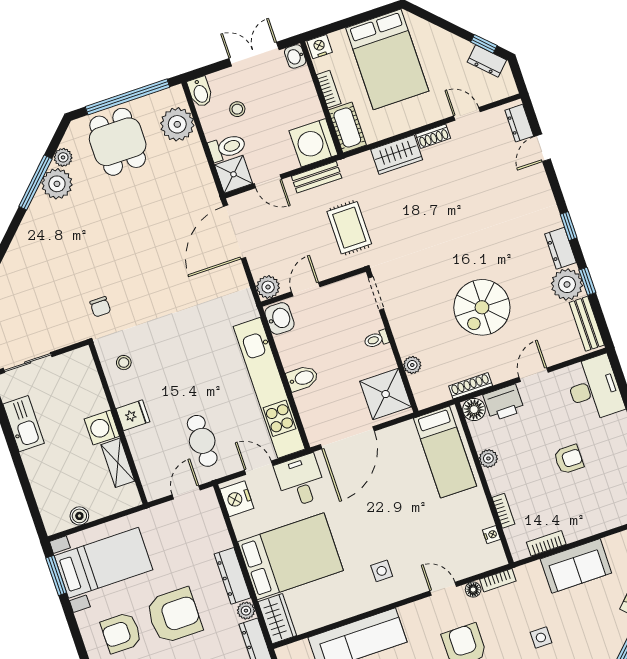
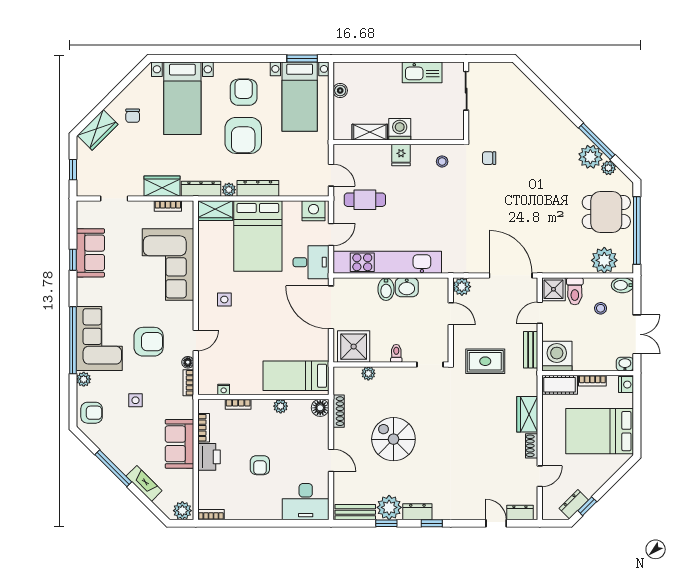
washbasin: (280, 318) -> (407, 287), moved
printer: (504, 403) -> (209, 457), moved, turned 180

